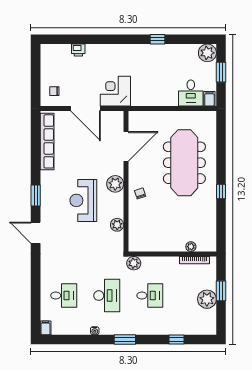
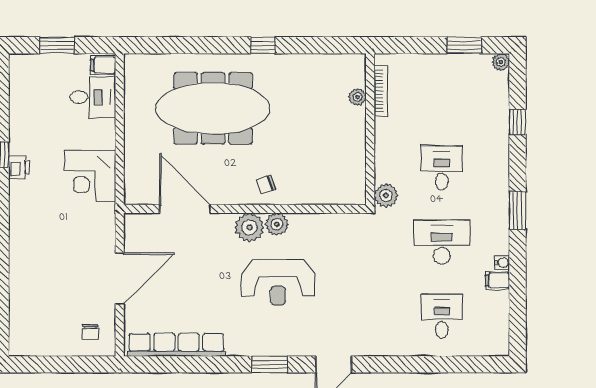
printer: (78, 50) -> (19, 167), moved
plant: (207, 53) -> (24, 69), removed
corner desk: (115, 91) -> (90, 176), moved
plant: (117, 225) -> (277, 224), moved
window: (221, 291) -> (464, 45), moved
plant: (207, 299) -> (501, 62), moved, width x0.53, depth x0.53
filing cabinet: (46, 328) -> (497, 280), moved

